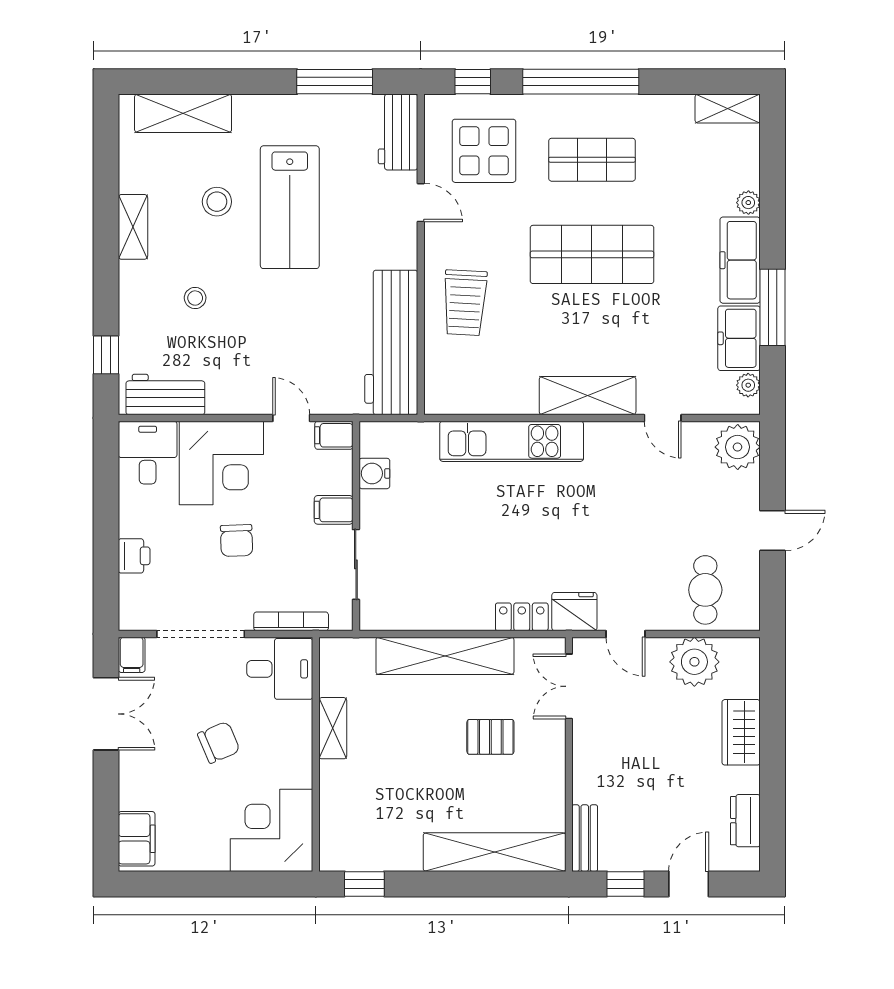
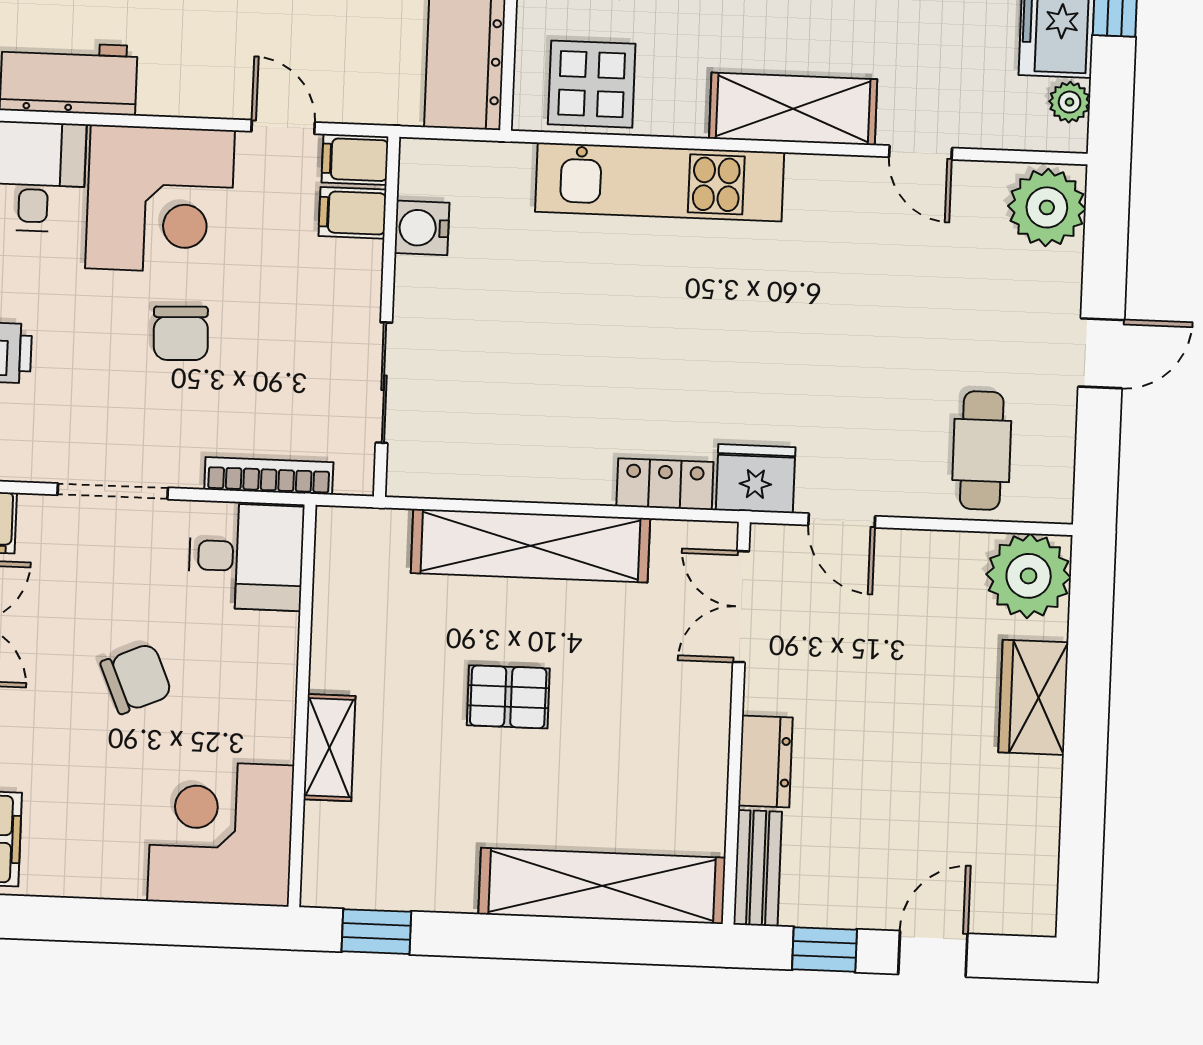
display table: (470, 386) -> (592, 84), added
filing cabinet: (334, 510) -> (352, 213), moved
doorway: (201, 634) -> (113, 491), width x0.73
plant: (694, 662) -> (1029, 576), moved
shelving: (333, 728) -> (329, 748), moved
pallet: (490, 737) -> (508, 697), moved
dresser: (745, 821) -> (765, 761), moved, turned 180

